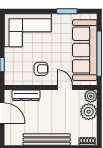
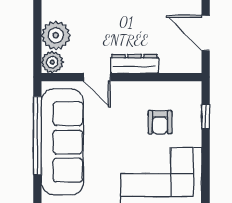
armchair: (41, 69) -> (160, 122), moved, turned -90
dresser: (26, 95) -> (134, 64), moved

